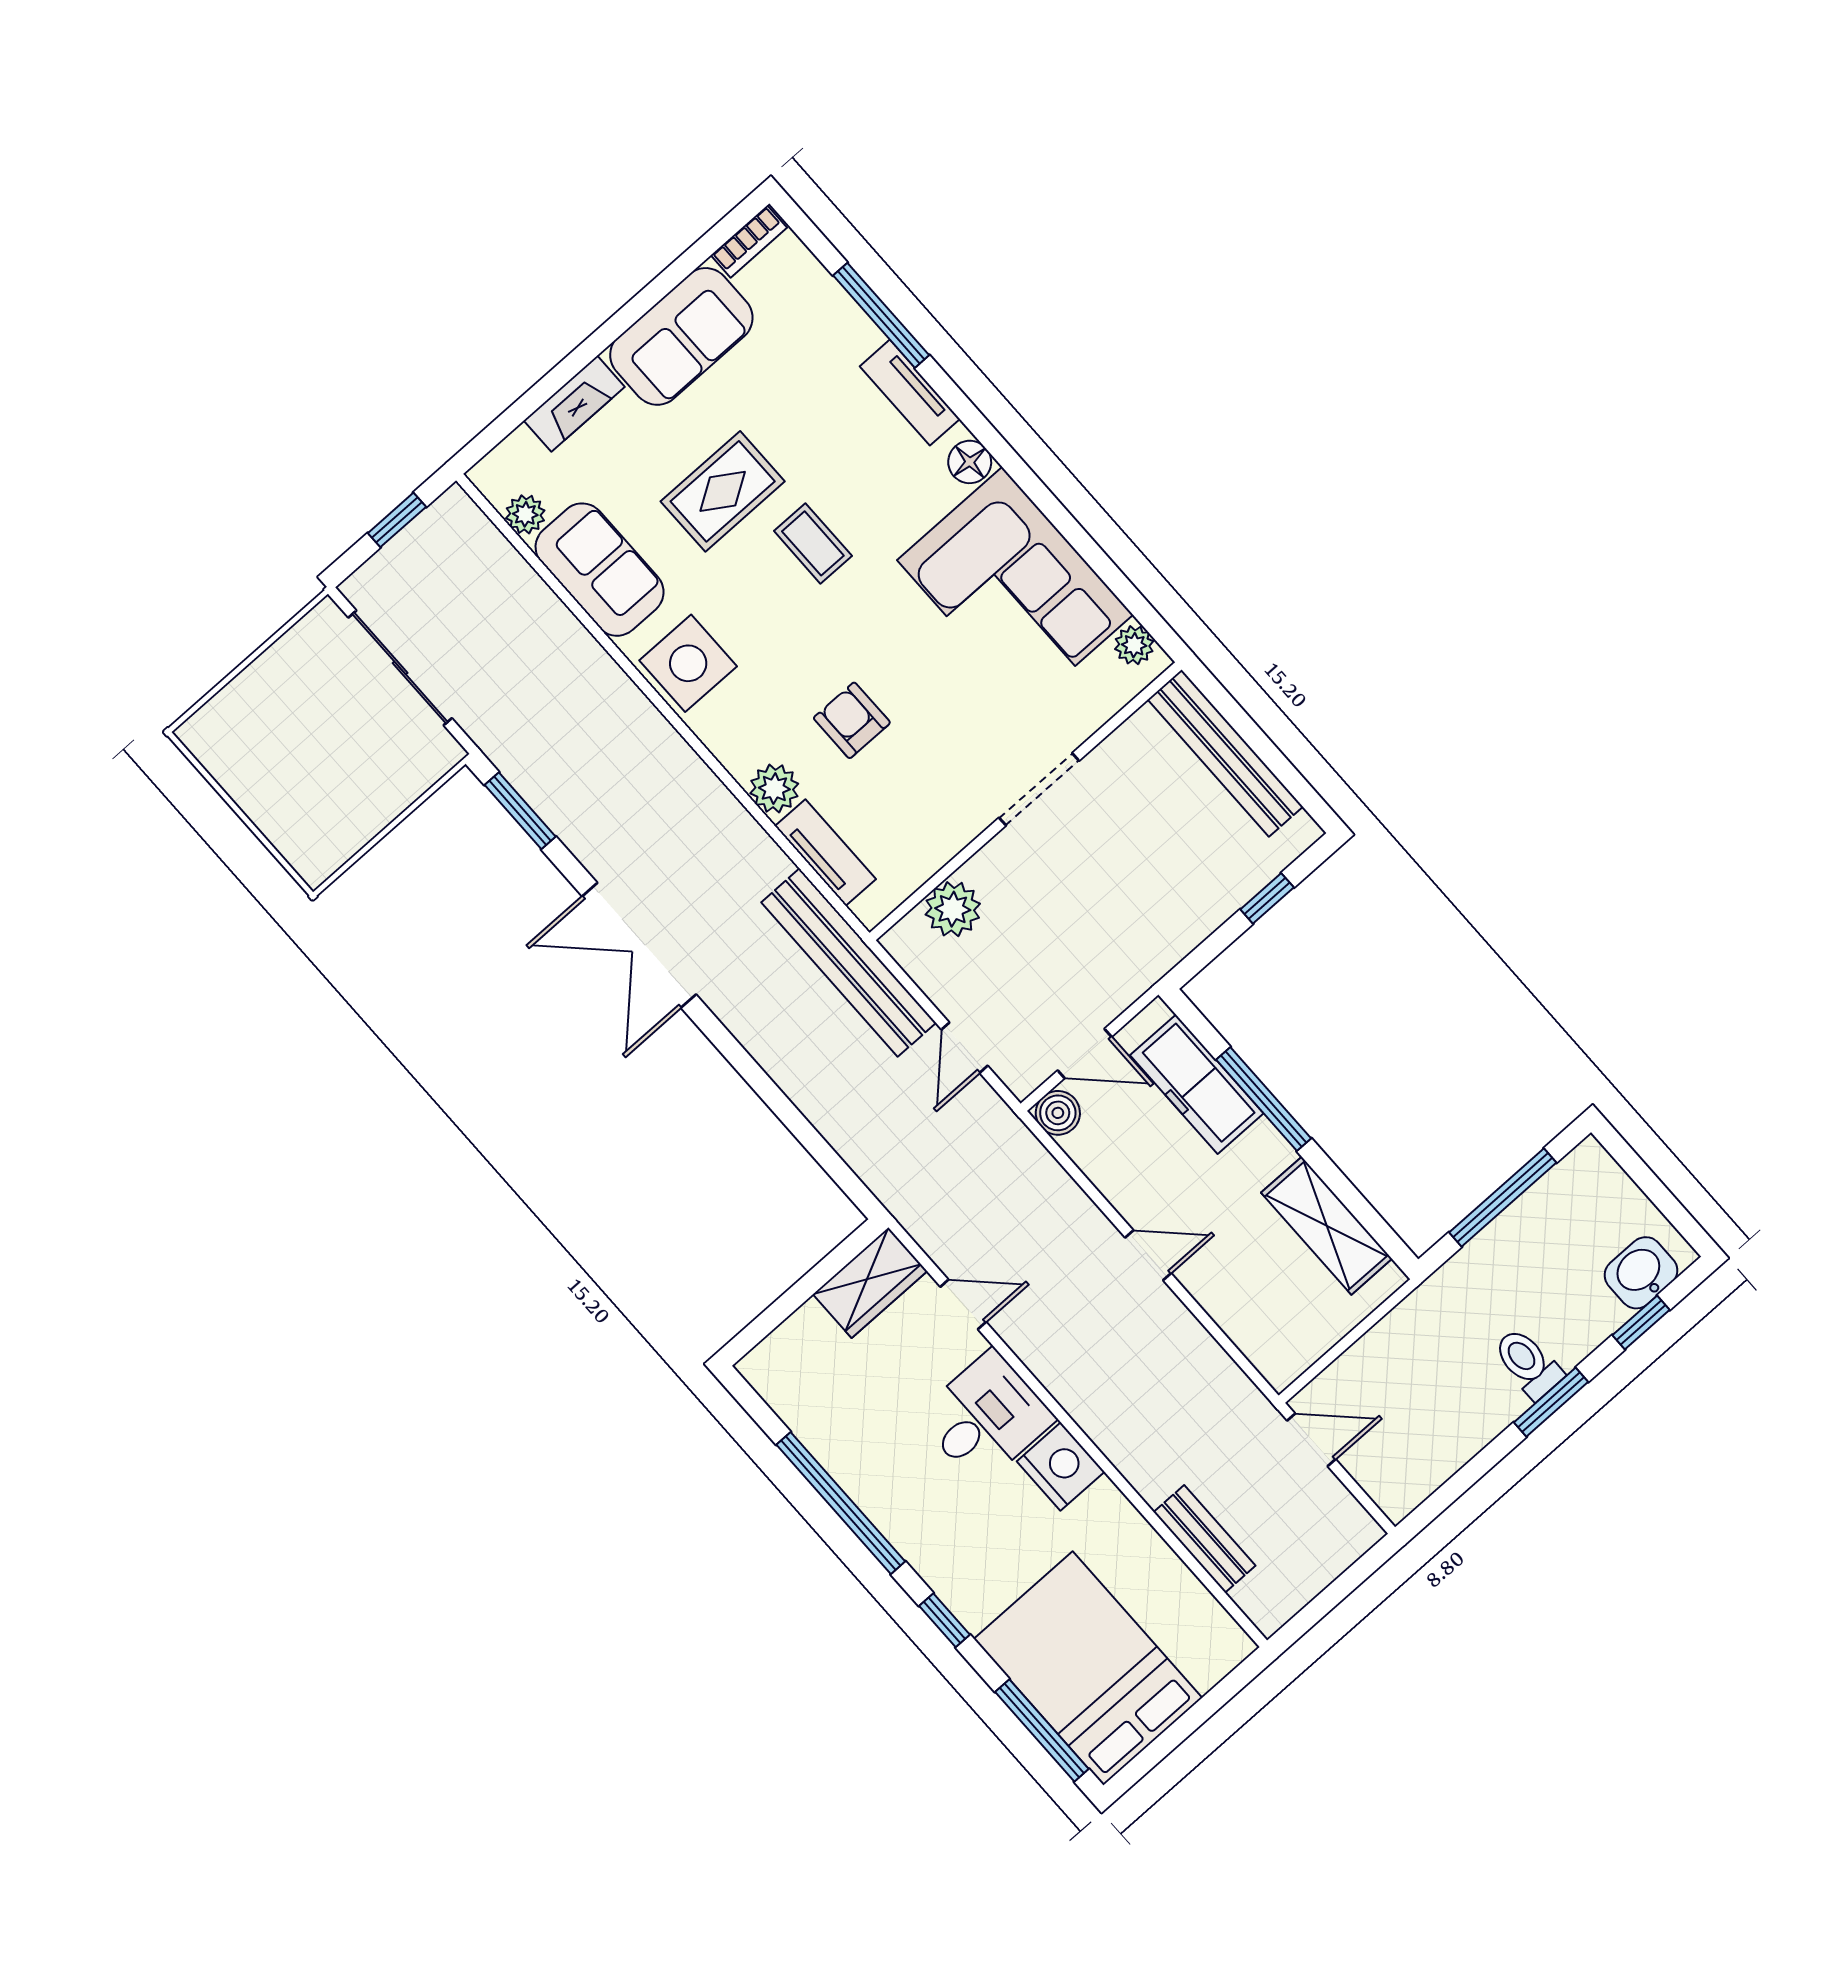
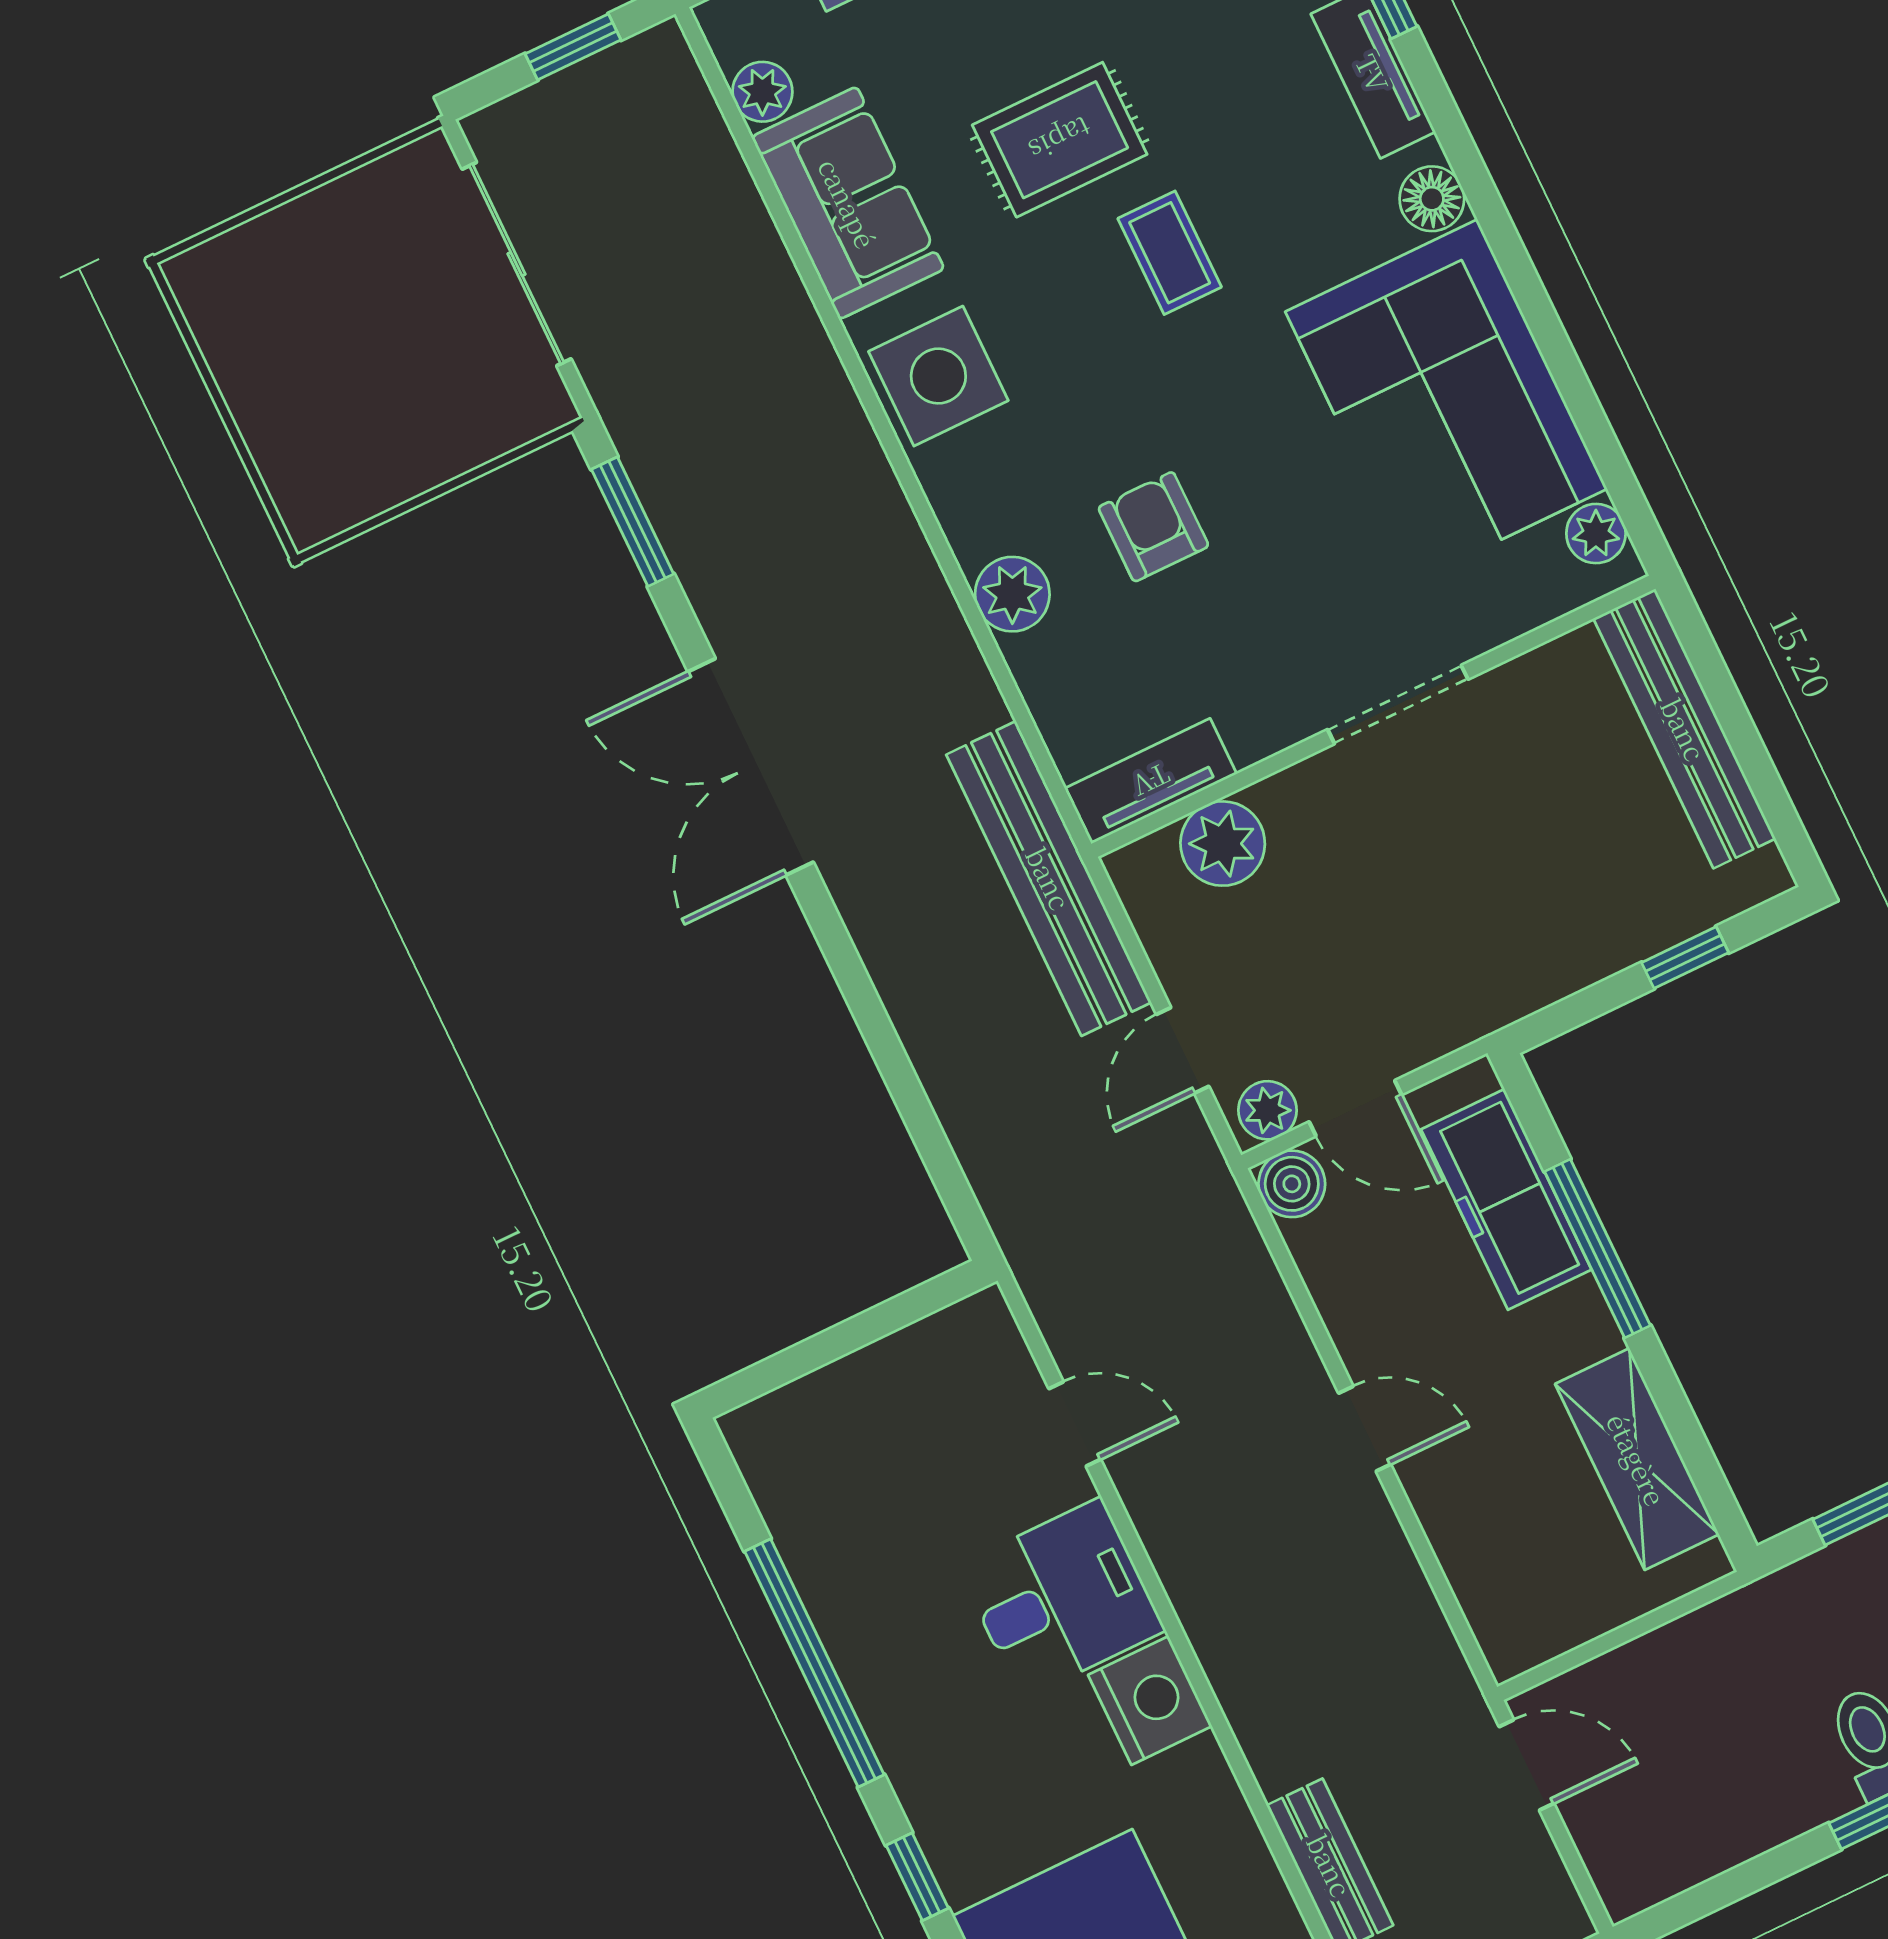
tv unit: (825, 853) -> (1151, 781), moved, turned -90
plant: (1029, 1071) -> (1267, 1110), added
wardrobe: (870, 1283) -> (948, 1354), removed

